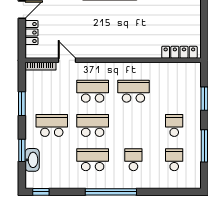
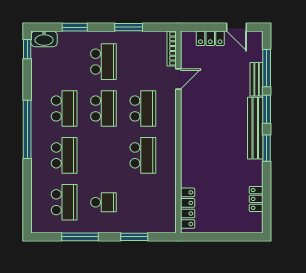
washbasin: (32, 160) -> (44, 39), moved
school desk: (133, 160) -> (64, 155), width x1.85
school desk: (174, 160) -> (64, 202), width x1.85

